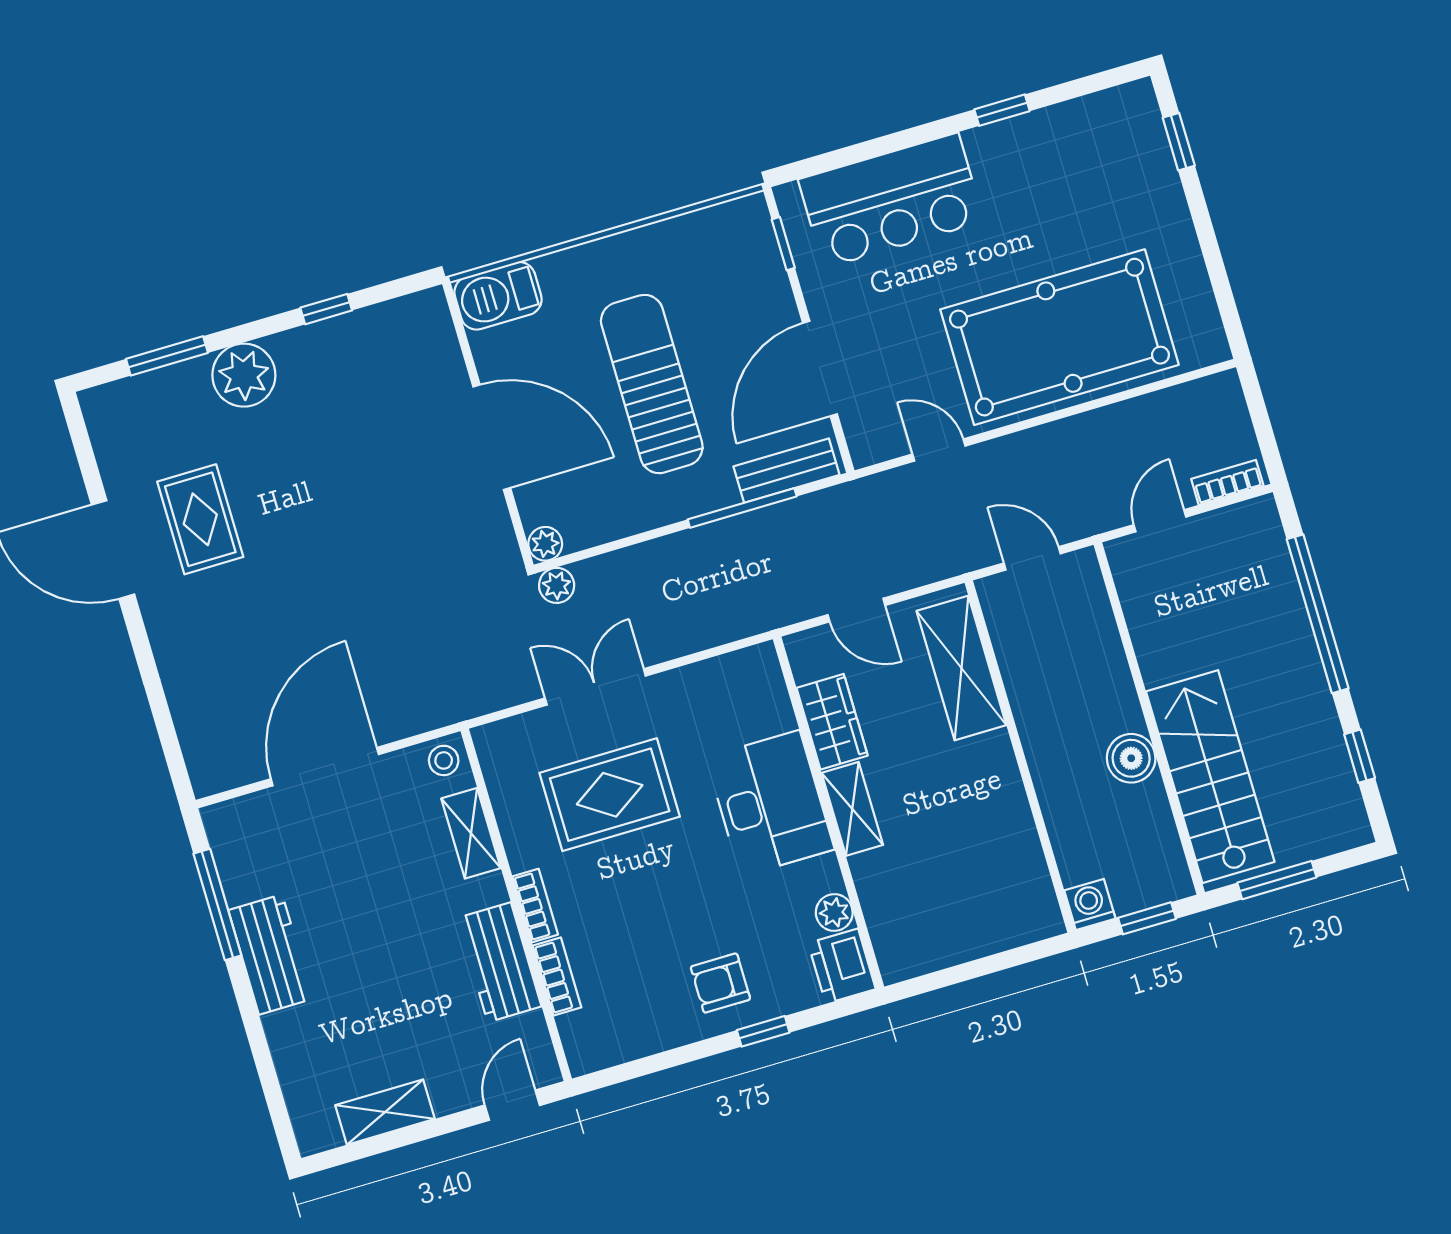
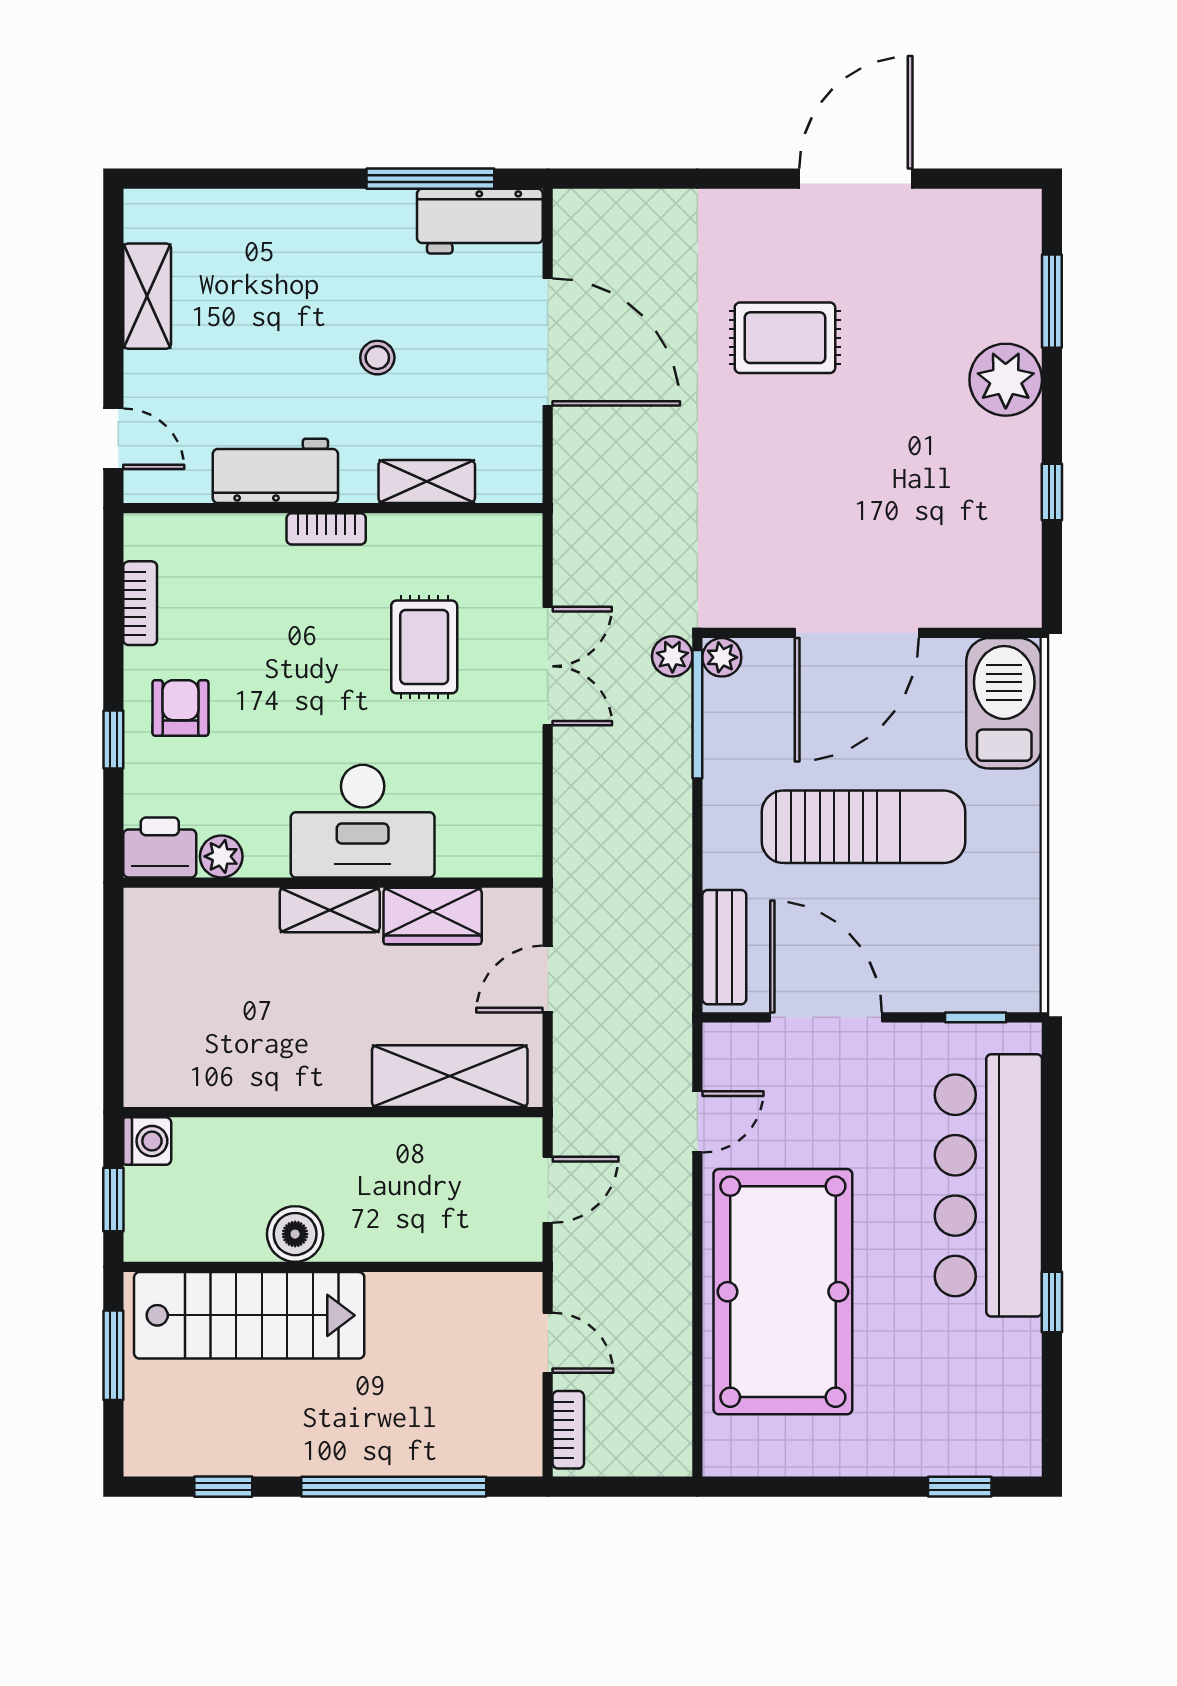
bar counter: (891, 200) -> (988, 1185), width x1.36
barbecue: (498, 296) -> (1004, 703), width x1.37, depth x1.21
window: (742, 508) -> (697, 714), moved
rug: (200, 519) -> (785, 338), moved
stool: (444, 760) -> (377, 358), moved
rug: (610, 795) -> (424, 647), width x0.73, depth x0.70
workbench: (271, 954) -> (480, 221), moved
bookcase: (557, 977) -> (140, 603), moved, turned -90

